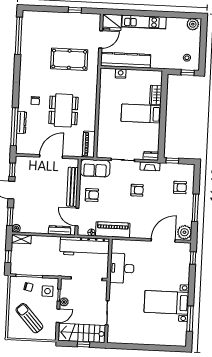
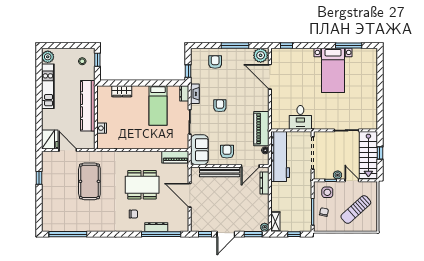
kitchen unit: (144, 22) -> (48, 86), moved
kitchen counter: (126, 60) -> (88, 106), moved
bed: (141, 114) -> (158, 105), moved
desk: (122, 268) -> (300, 117), width x0.73

